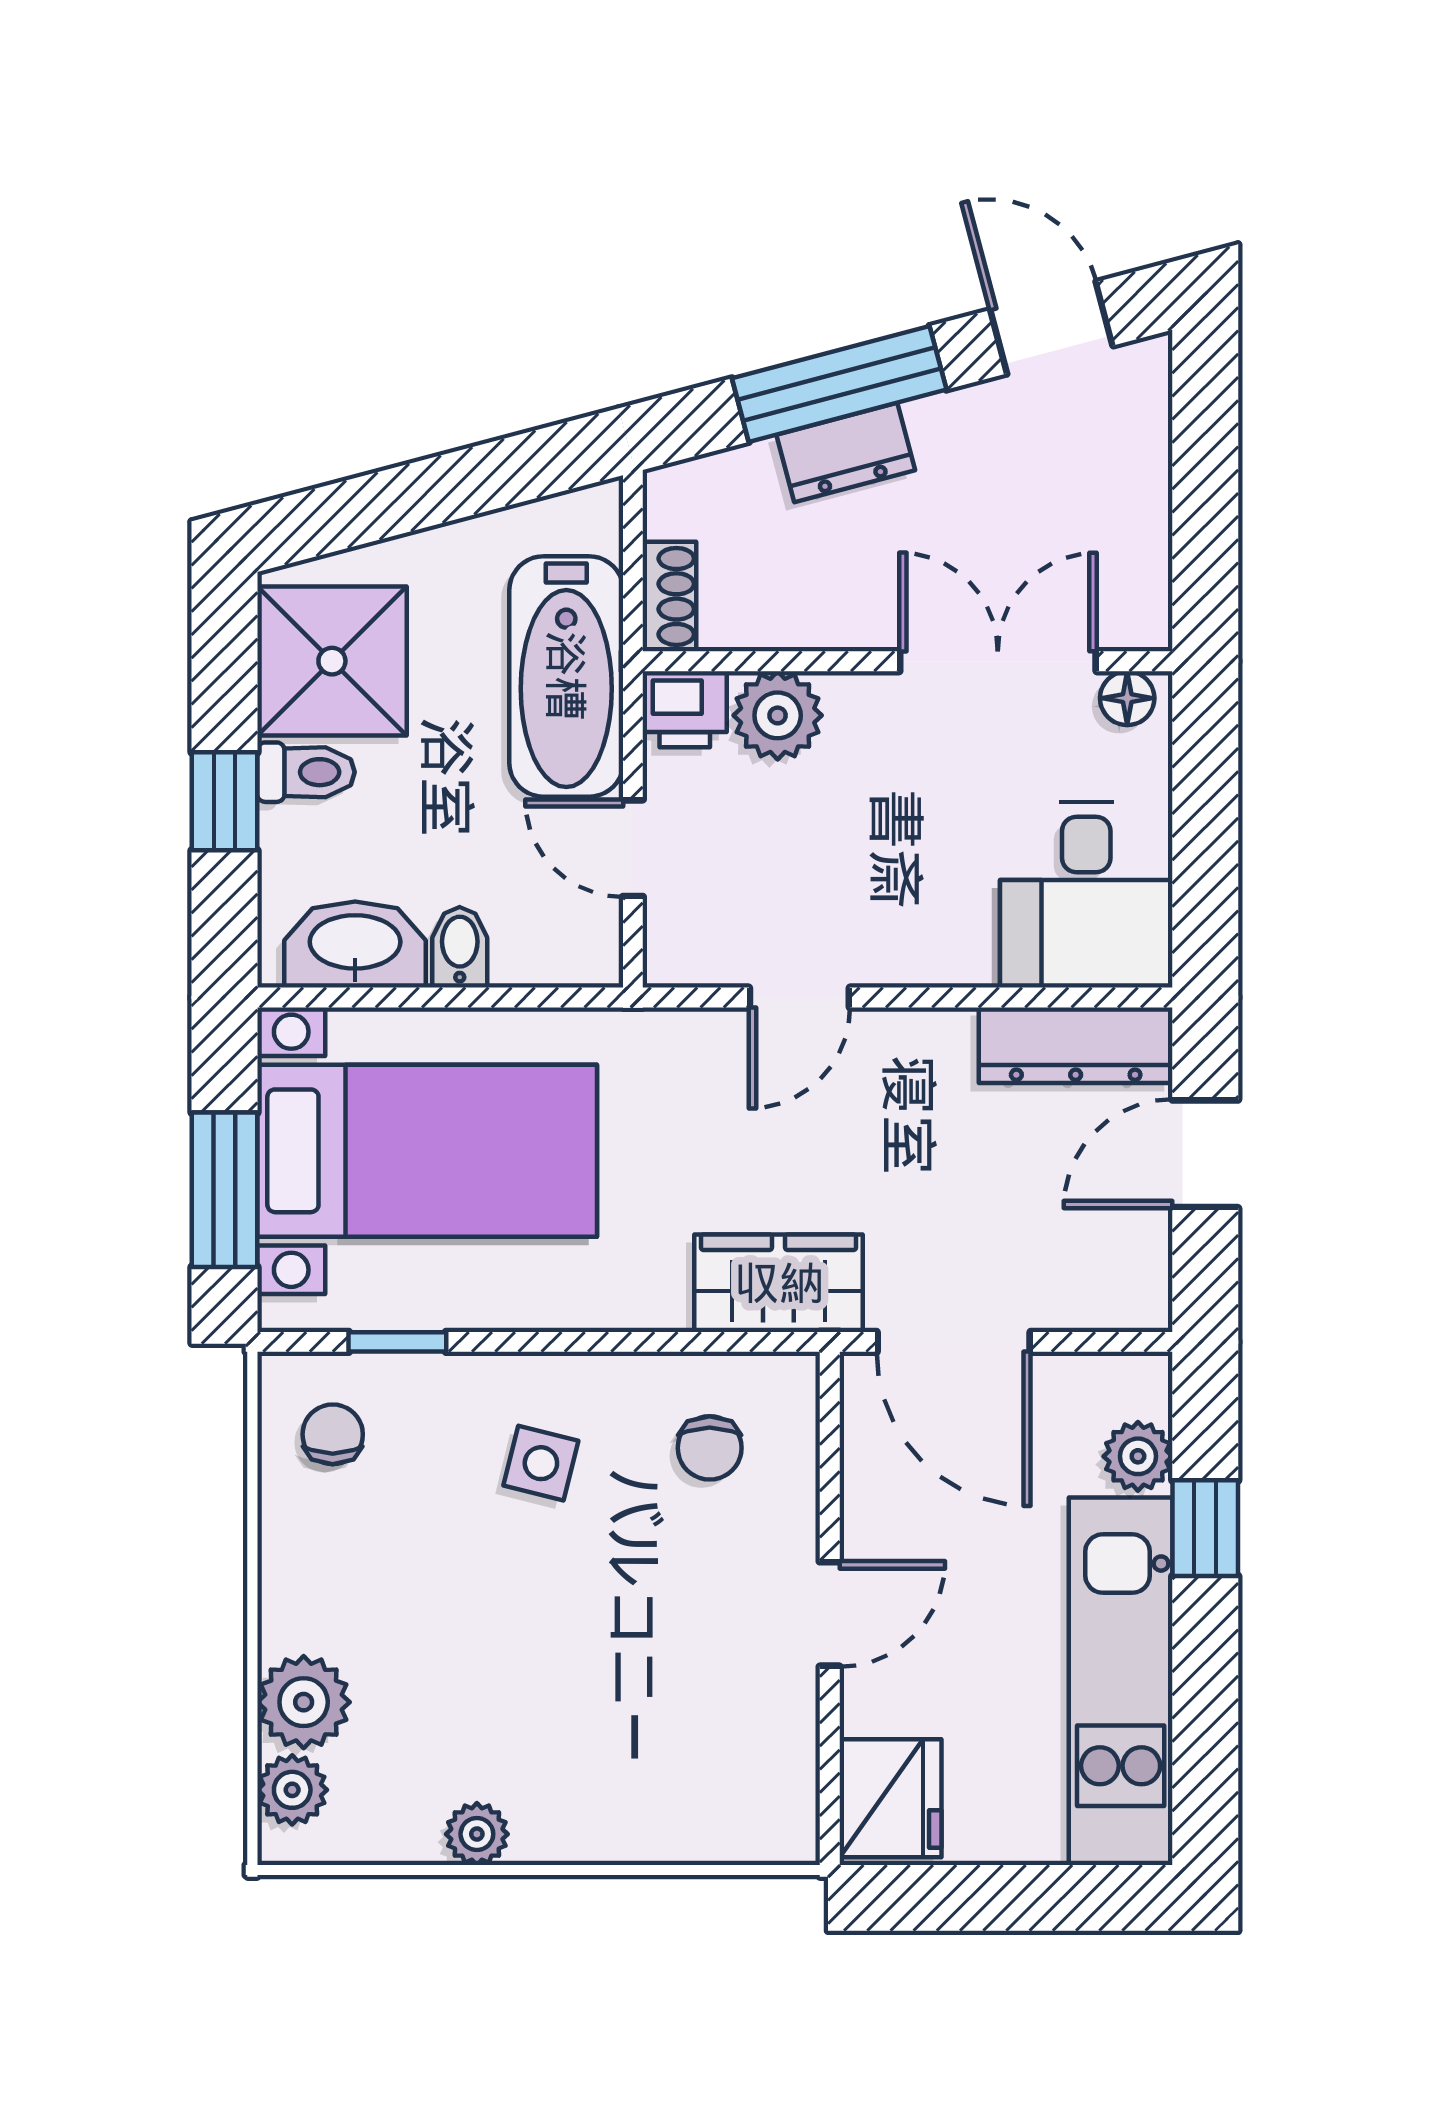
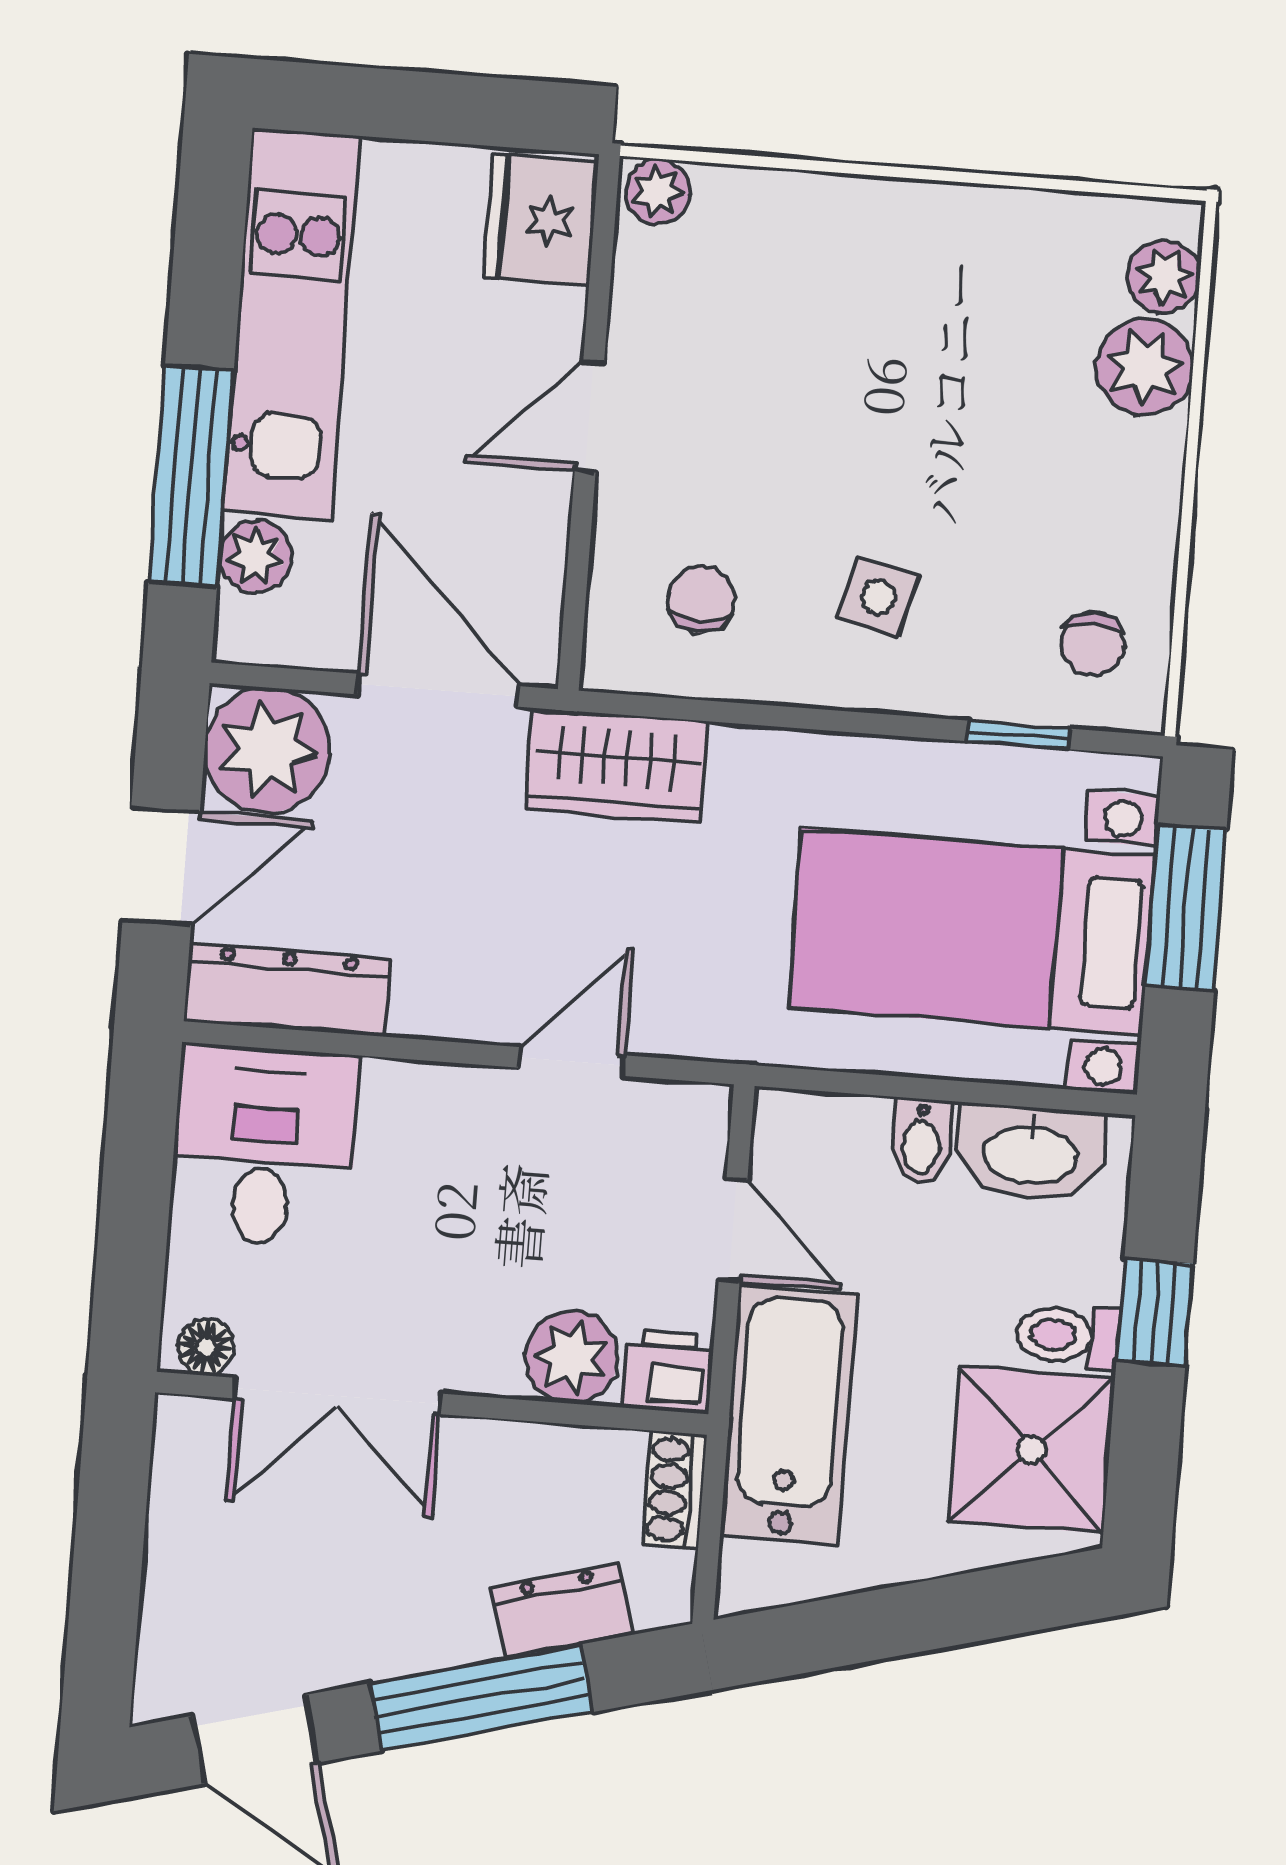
dresser: (846, 452) -> (562, 1611), moved
plant: (1113, 1272) -> (267, 750), added
window: (1205, 1528) -> (191, 476), width x2.17
plant: (477, 1834) -> (658, 191), moved

